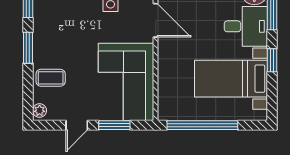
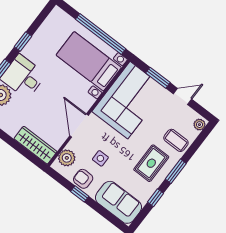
rug: (58, 37) -> (151, 163), added
bed with nightstands: (231, 79) -> (89, 61), moved, turned 180

